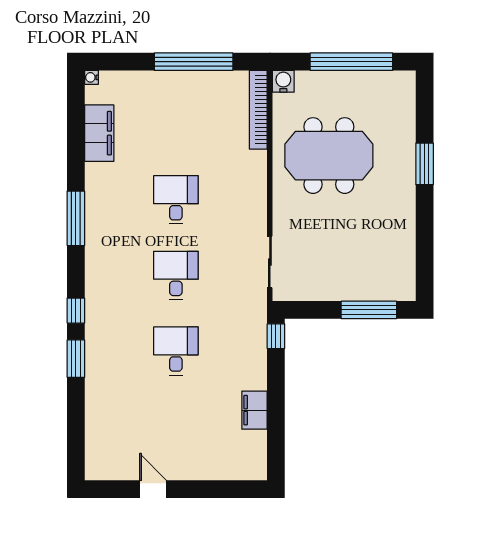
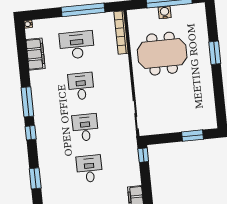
water cooler: (283, 81) -> (165, 12), moved
desk: (176, 124) -> (77, 45), added
window: (369, 310) -> (192, 136), width x0.69
window: (76, 311) -> (31, 133), moved

